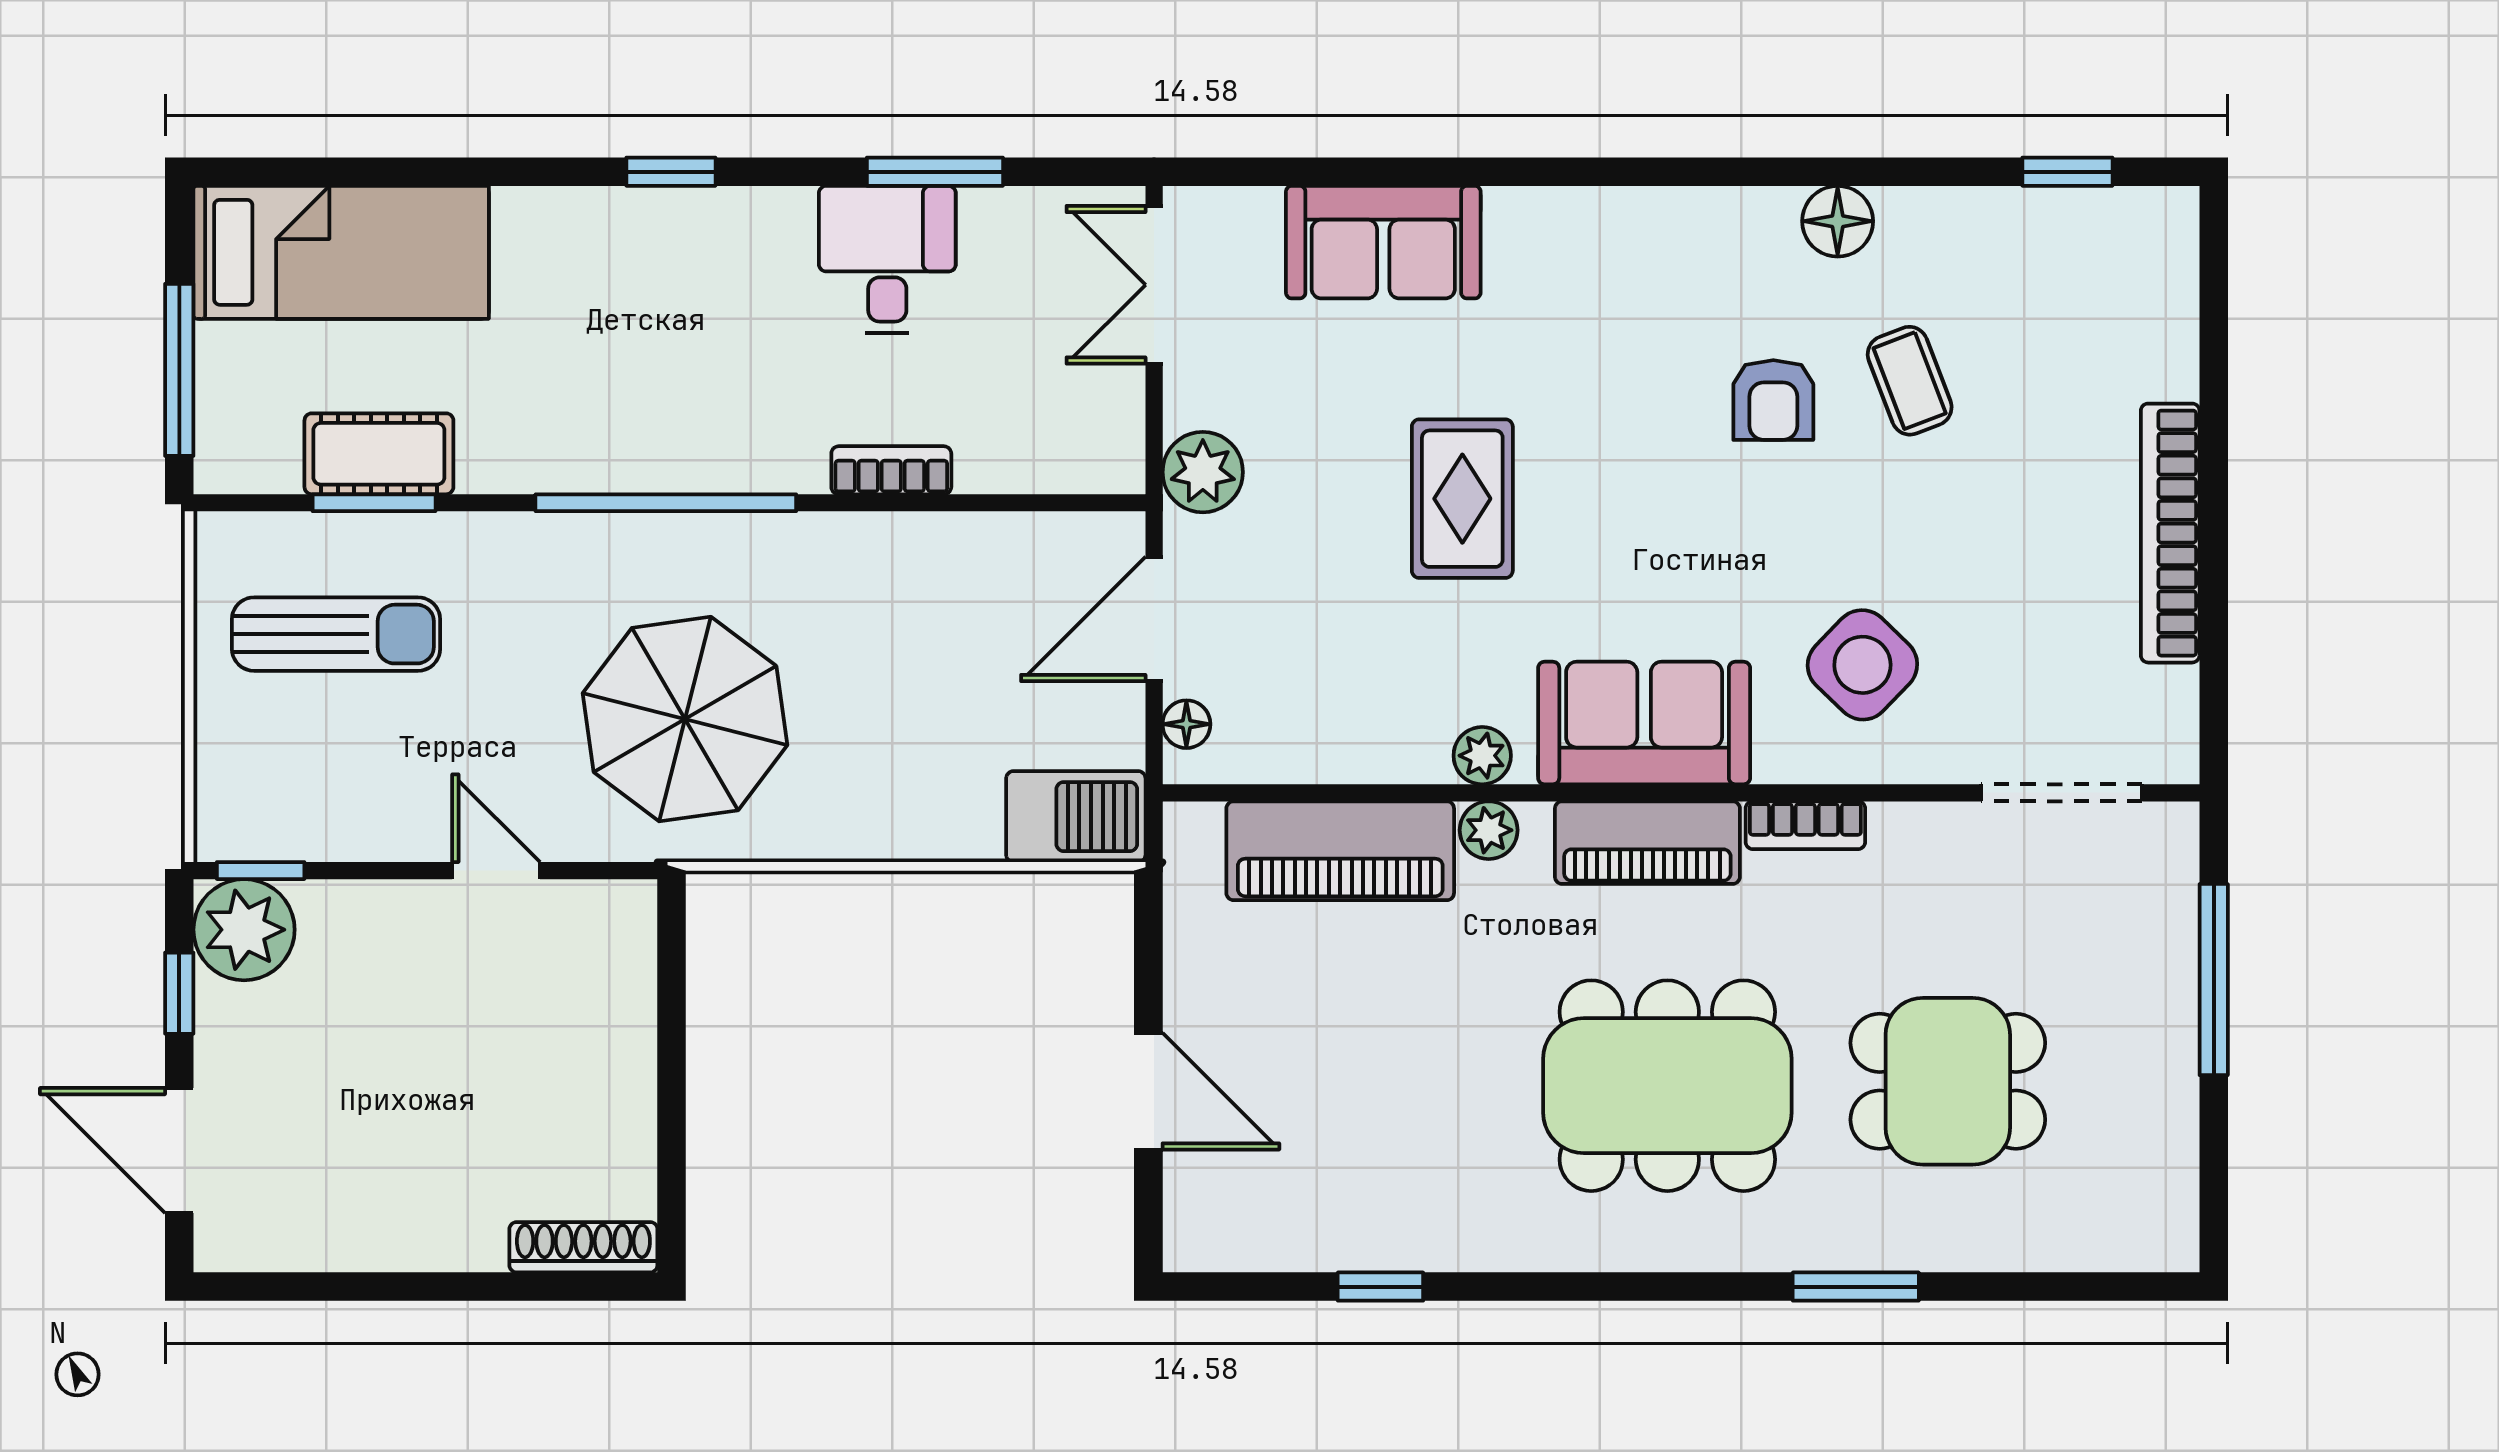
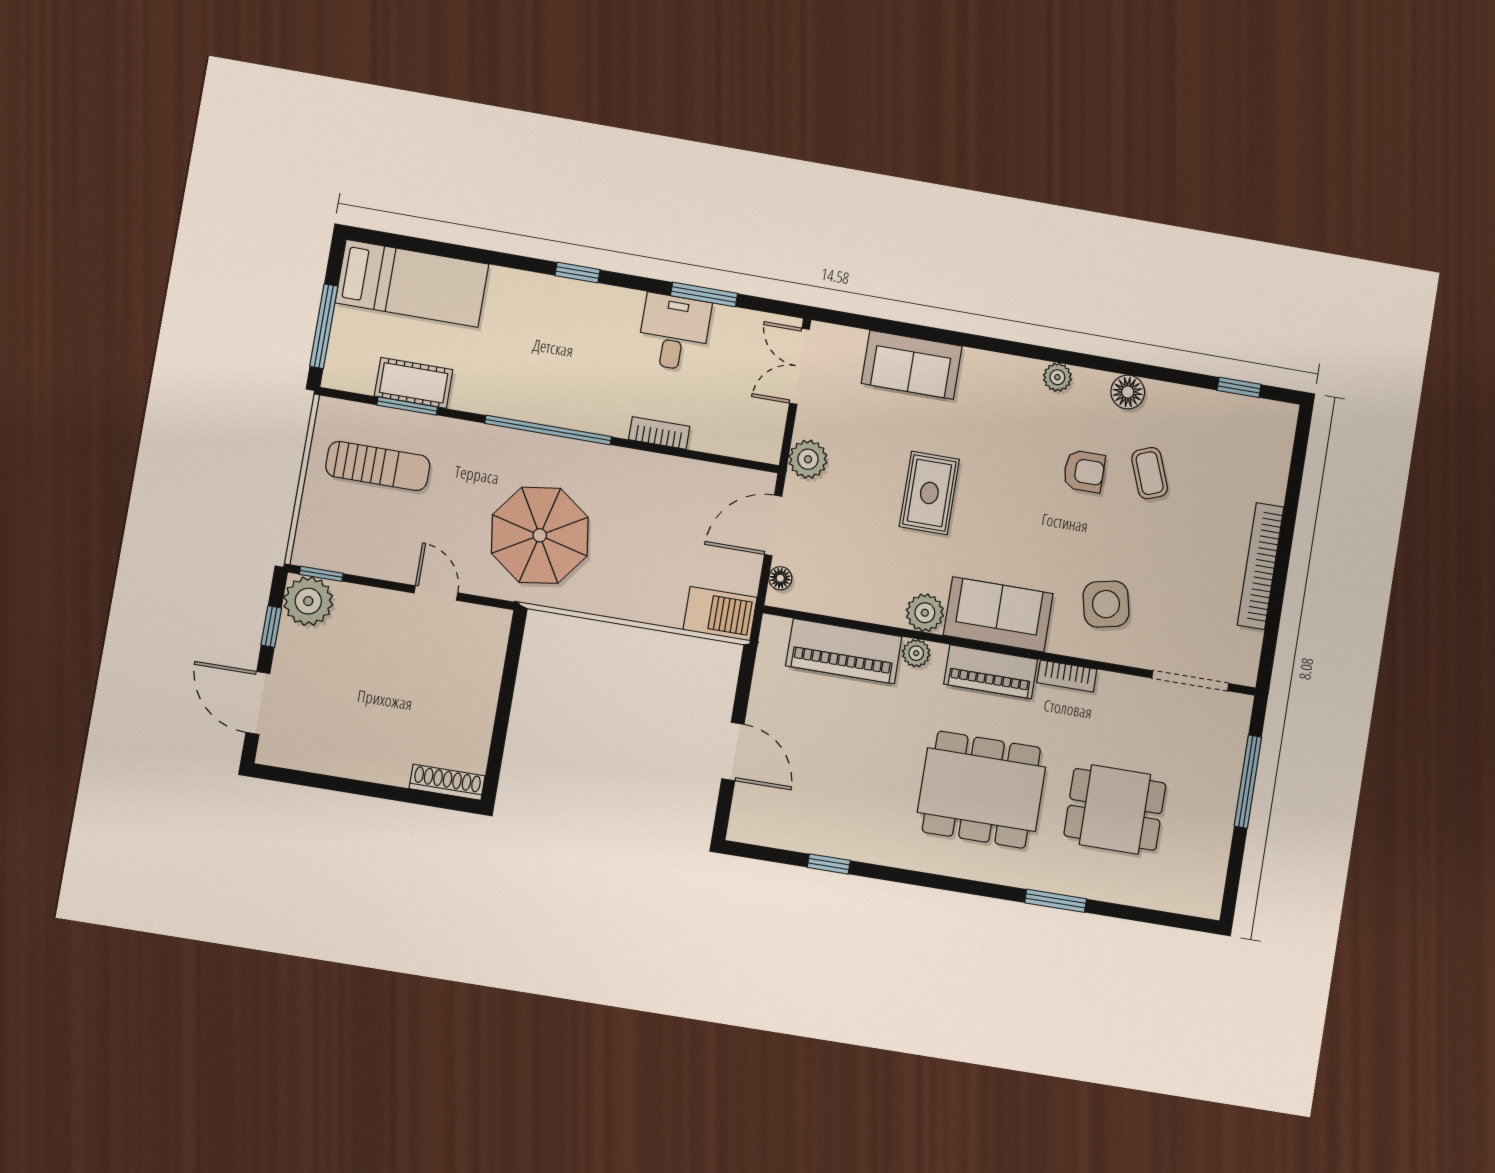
plant: (1687, 216) -> (1057, 377), added
armchair: (1773, 400) -> (1084, 471), turned -90
side table: (1862, 665) -> (1106, 604), turned 34
plant: (1482, 756) -> (925, 613), width x1.38, depth x1.38

